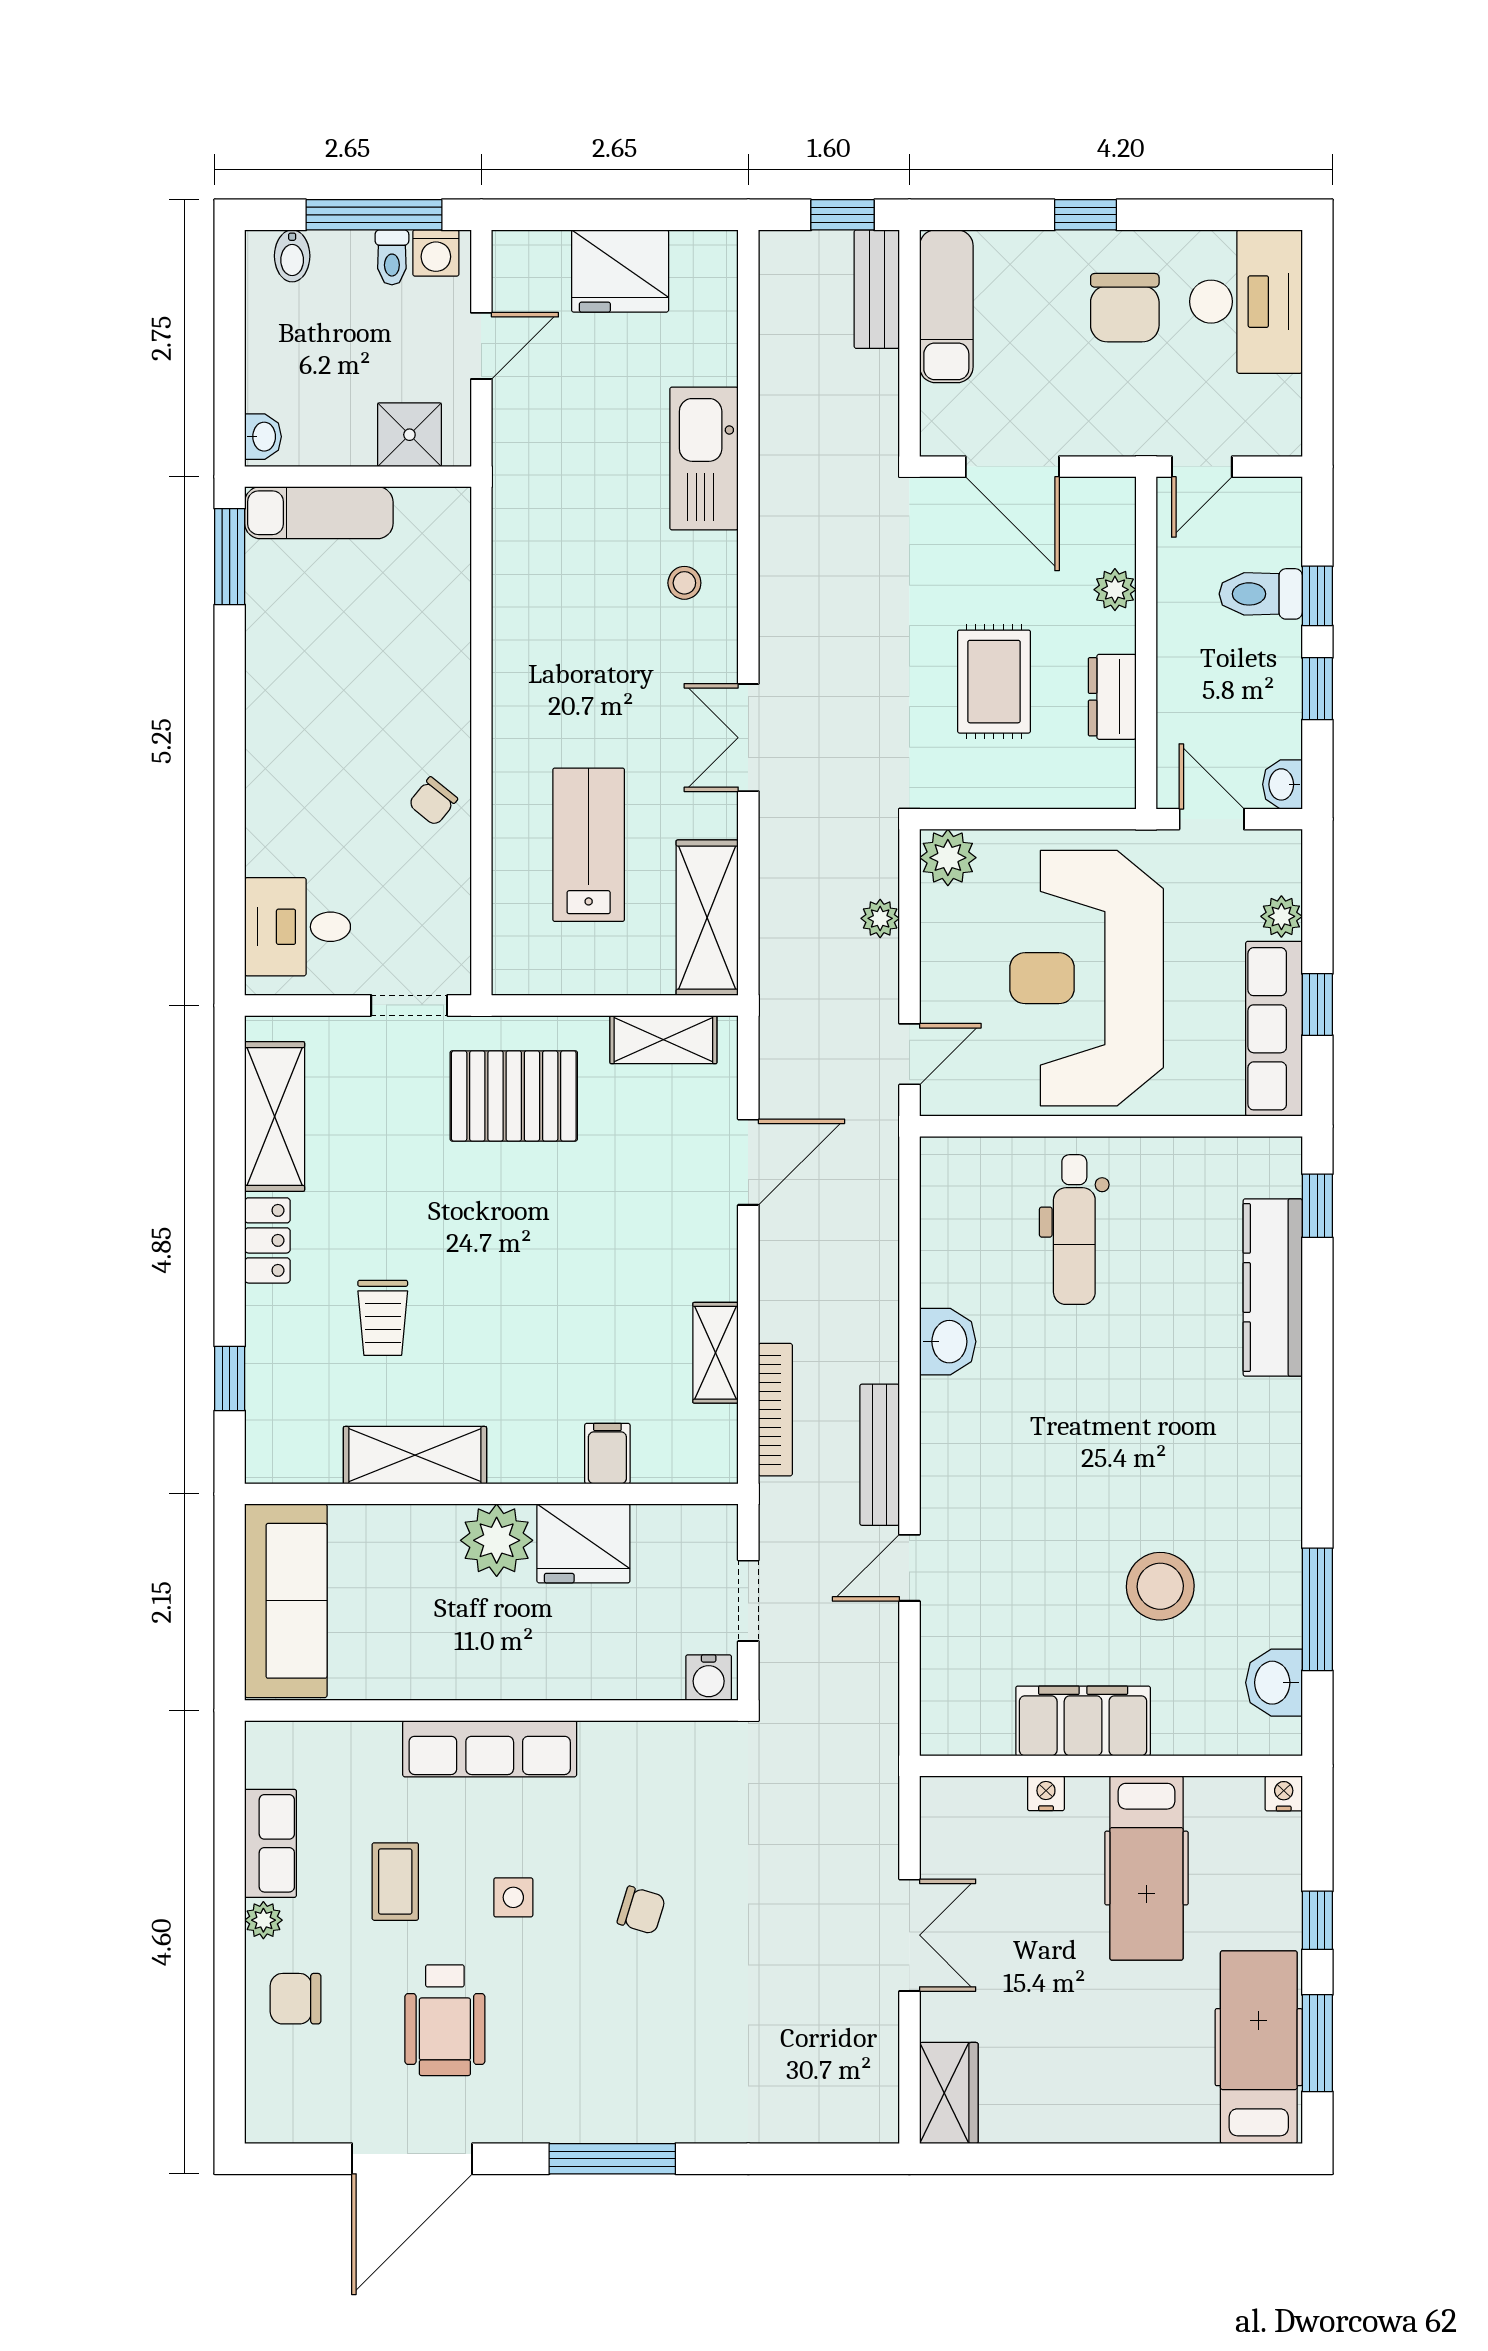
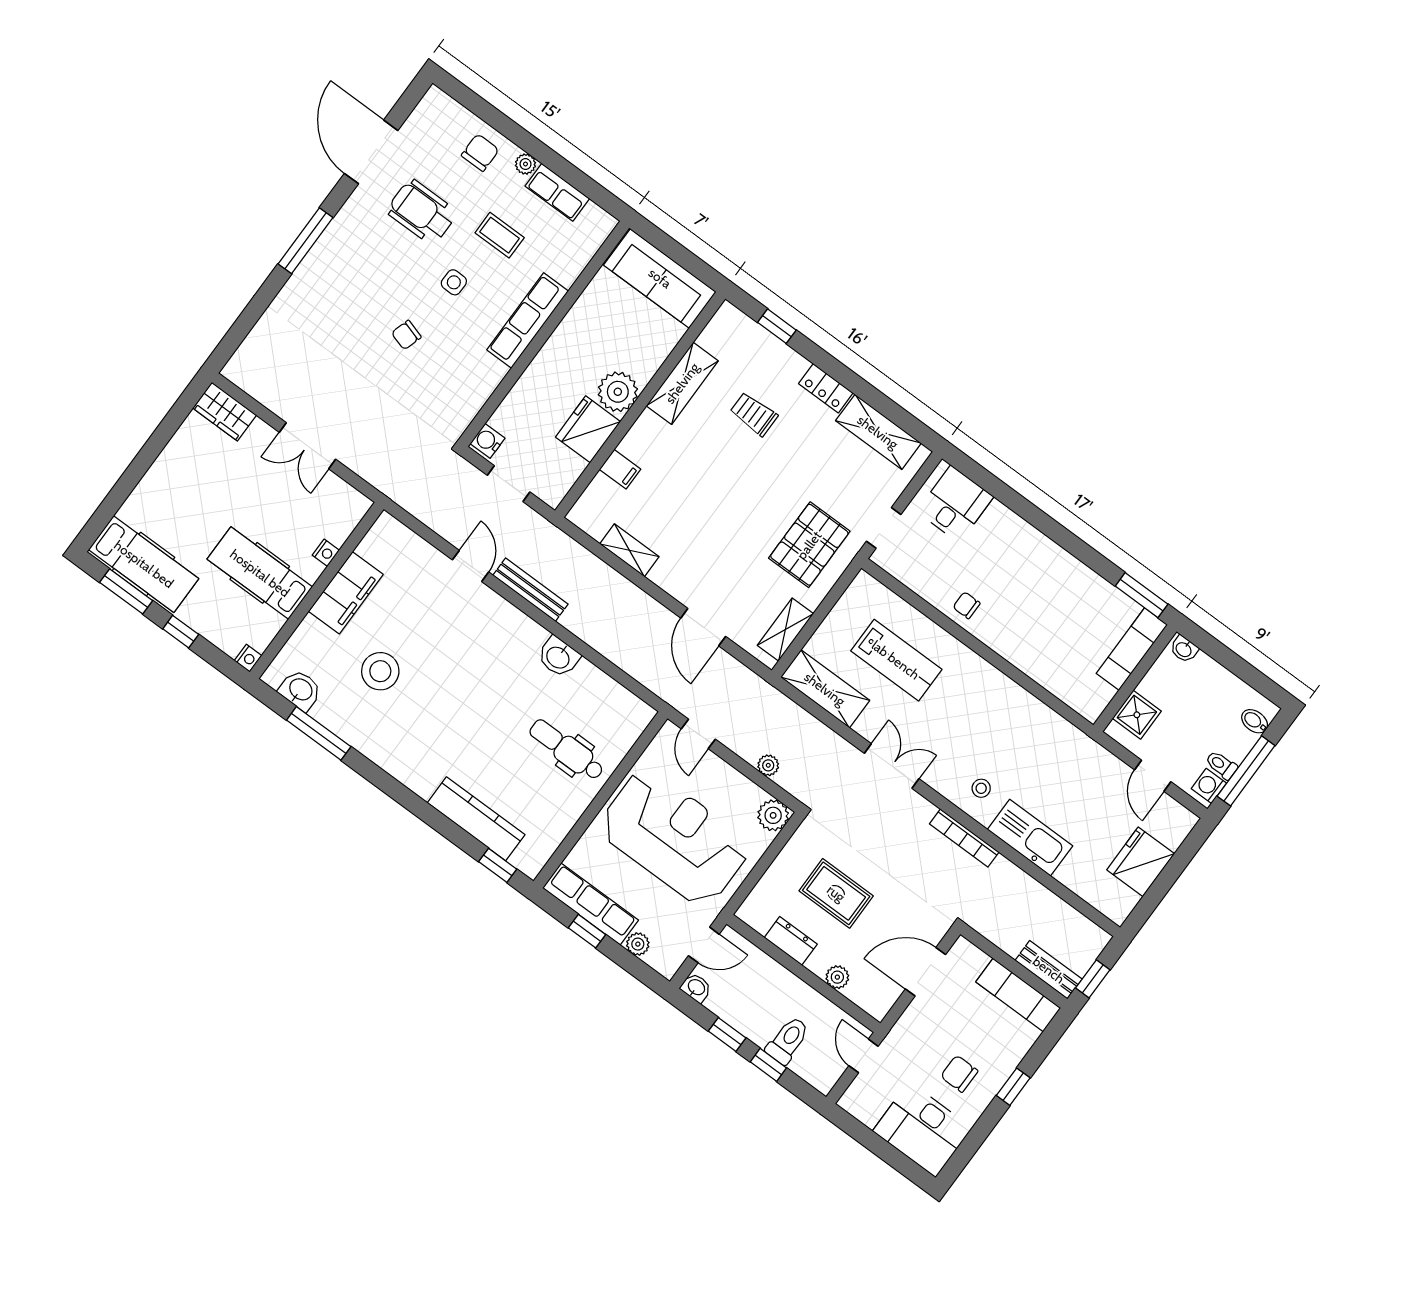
chair: (1125, 308) -> (959, 1074), width x0.73, depth x0.73
chair: (433, 801) -> (967, 605), turned -39
bookcase: (775, 1410) -> (964, 838), moved

